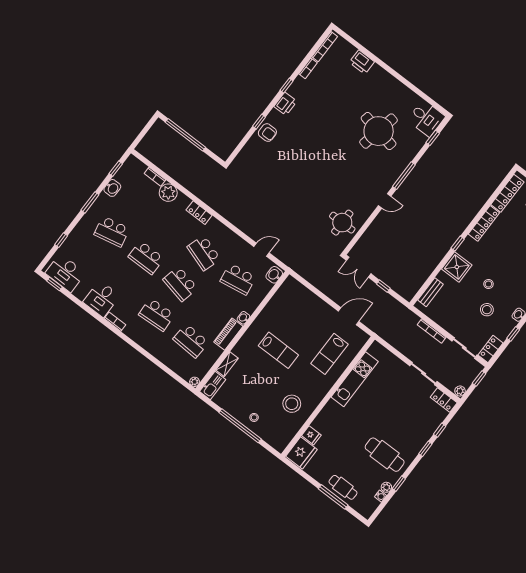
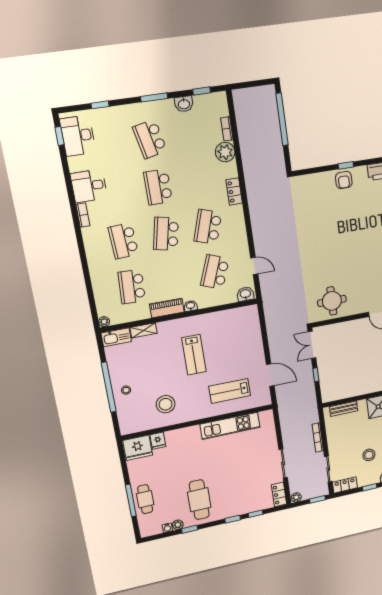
school desk: (238, 279) -> (215, 272), turned 30

